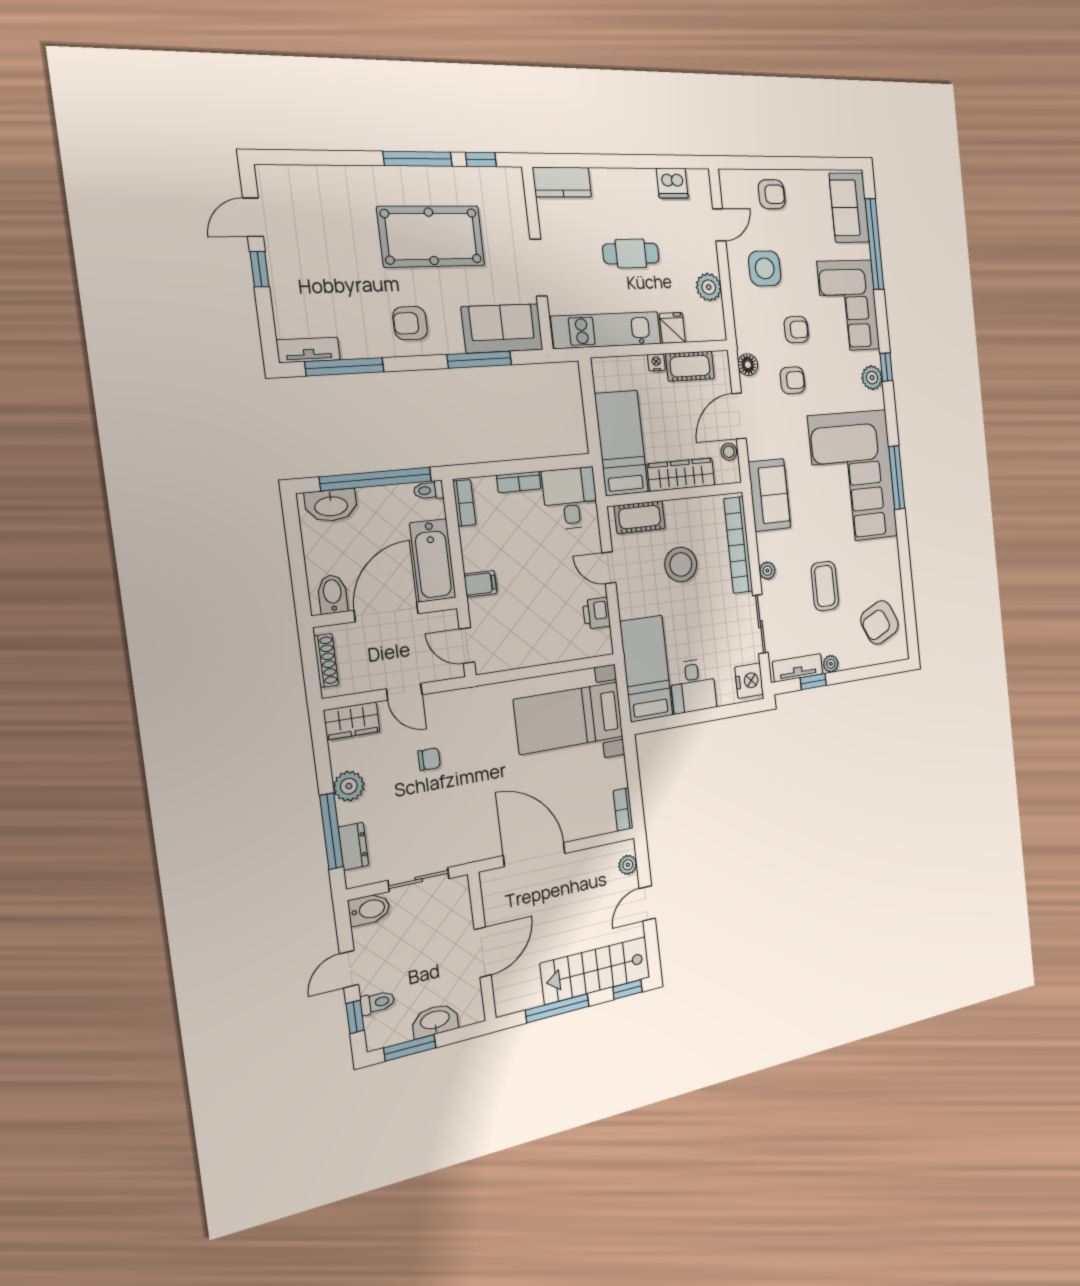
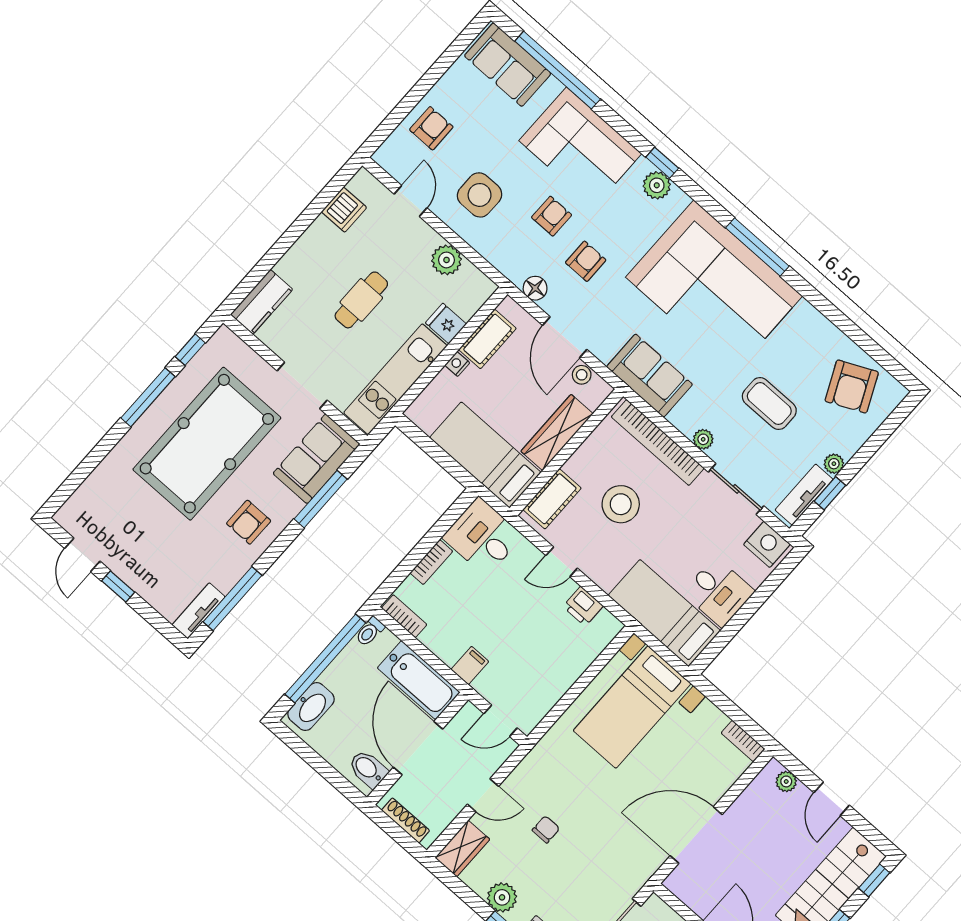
pool table: (431, 236) -> (207, 444), width x1.36, depth x1.32

